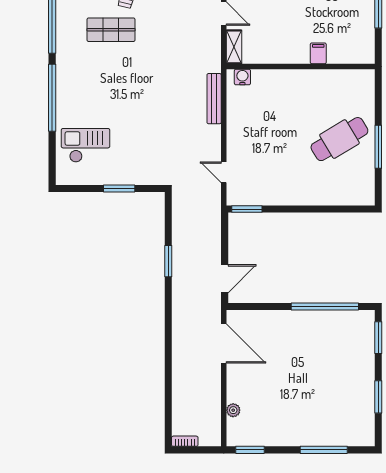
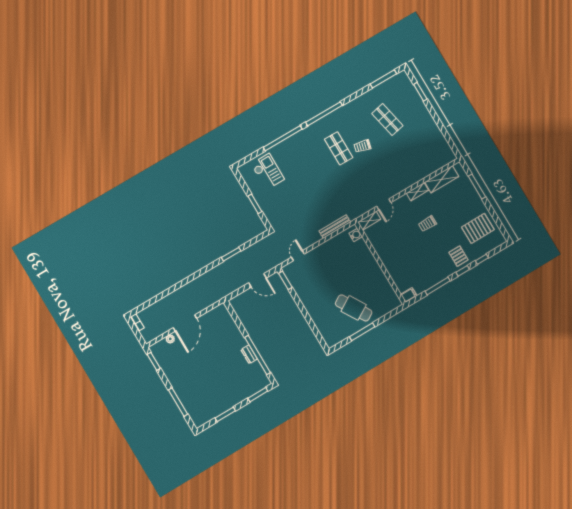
filing cabinet: (318, 53) -> (409, 295), moved
door: (225, 279) -> (257, 280), moved
dresser: (317, 317) -> (249, 354), added
door: (224, 343) -> (185, 323), moved

